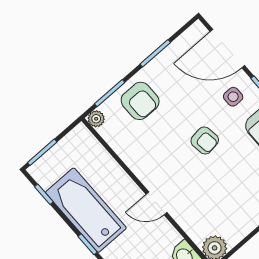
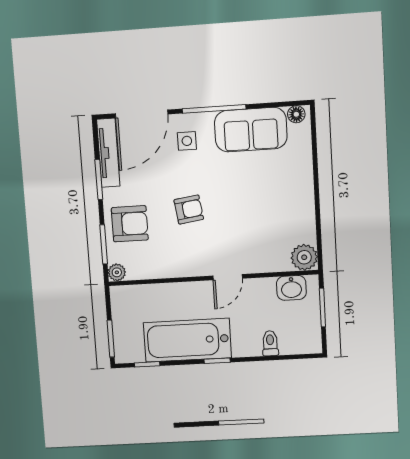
tv unit: (180, 46) -> (108, 153), added
armchair: (205, 140) -> (189, 210), moved

